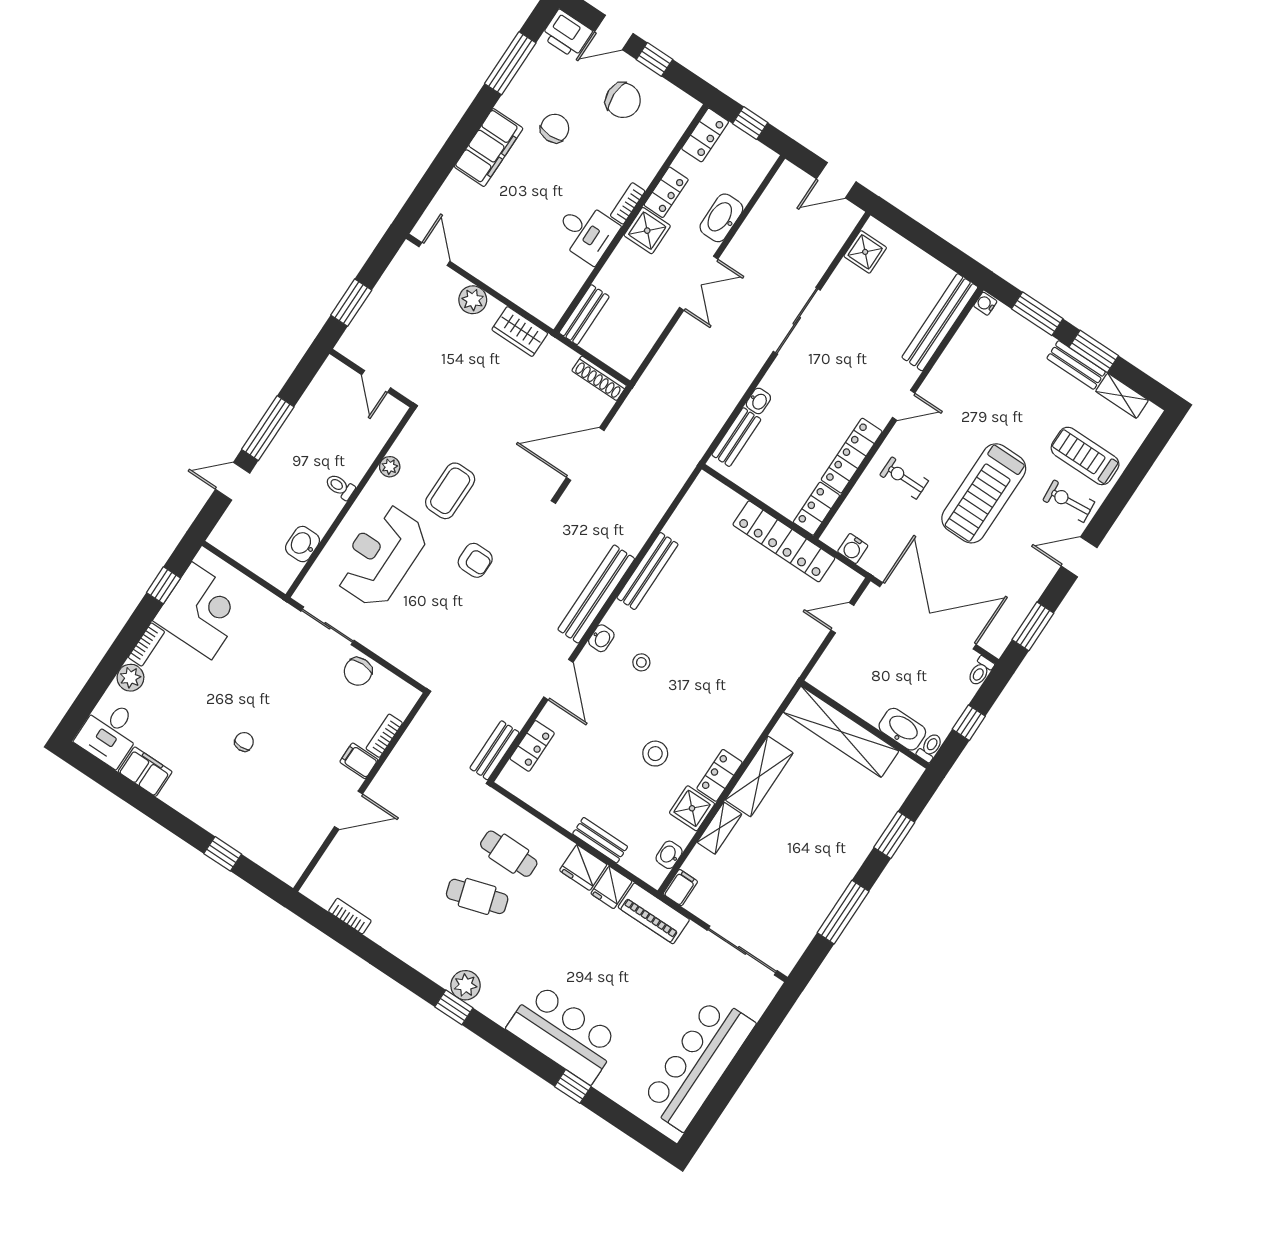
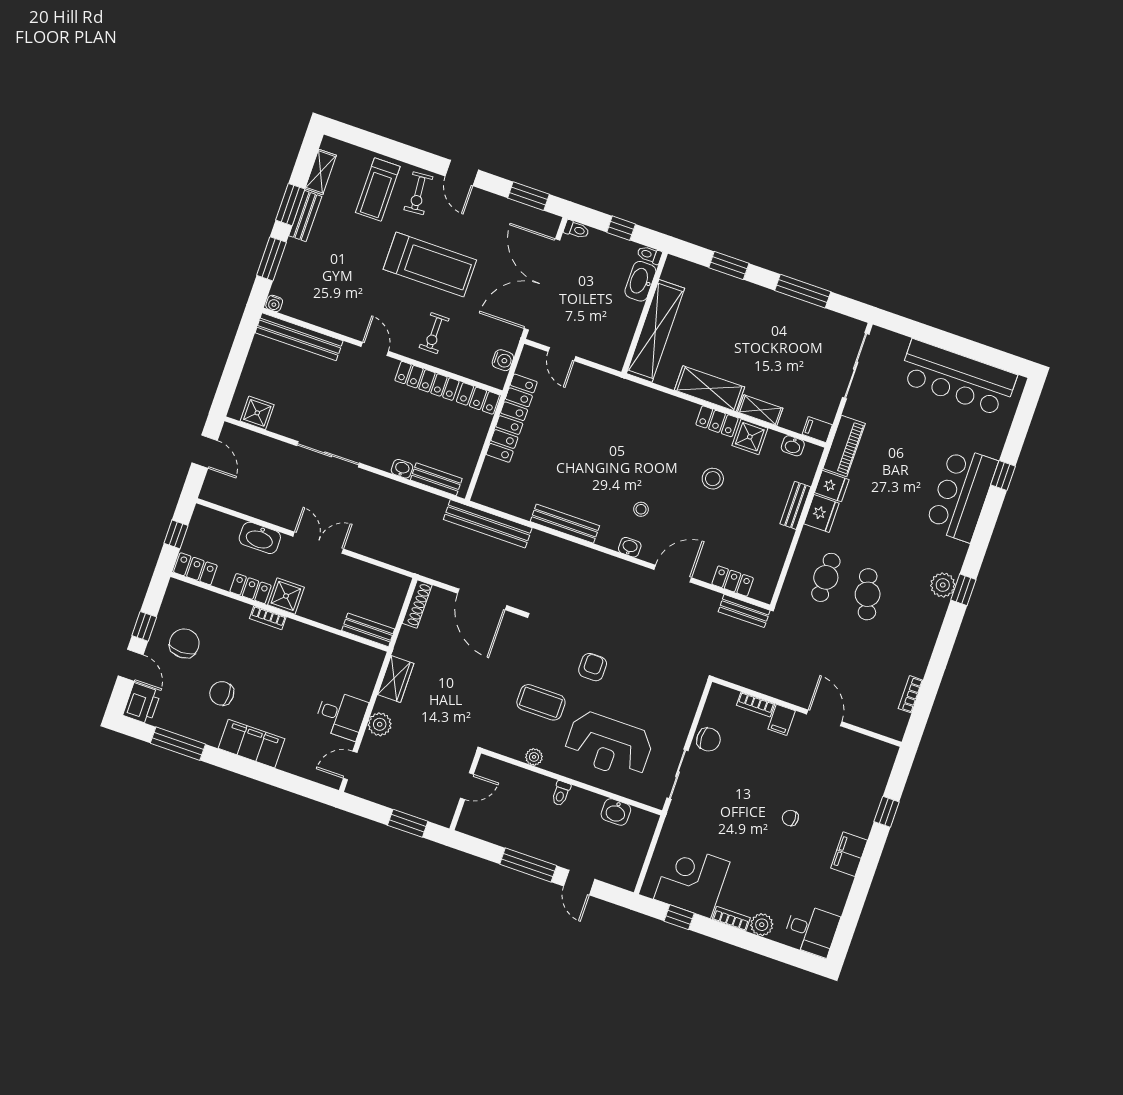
desk: (586, 232) -> (341, 715), moved, turned 90
bench: (596, 594) -> (488, 524), moved
filing cabinet: (145, 772) -> (849, 854), moved

